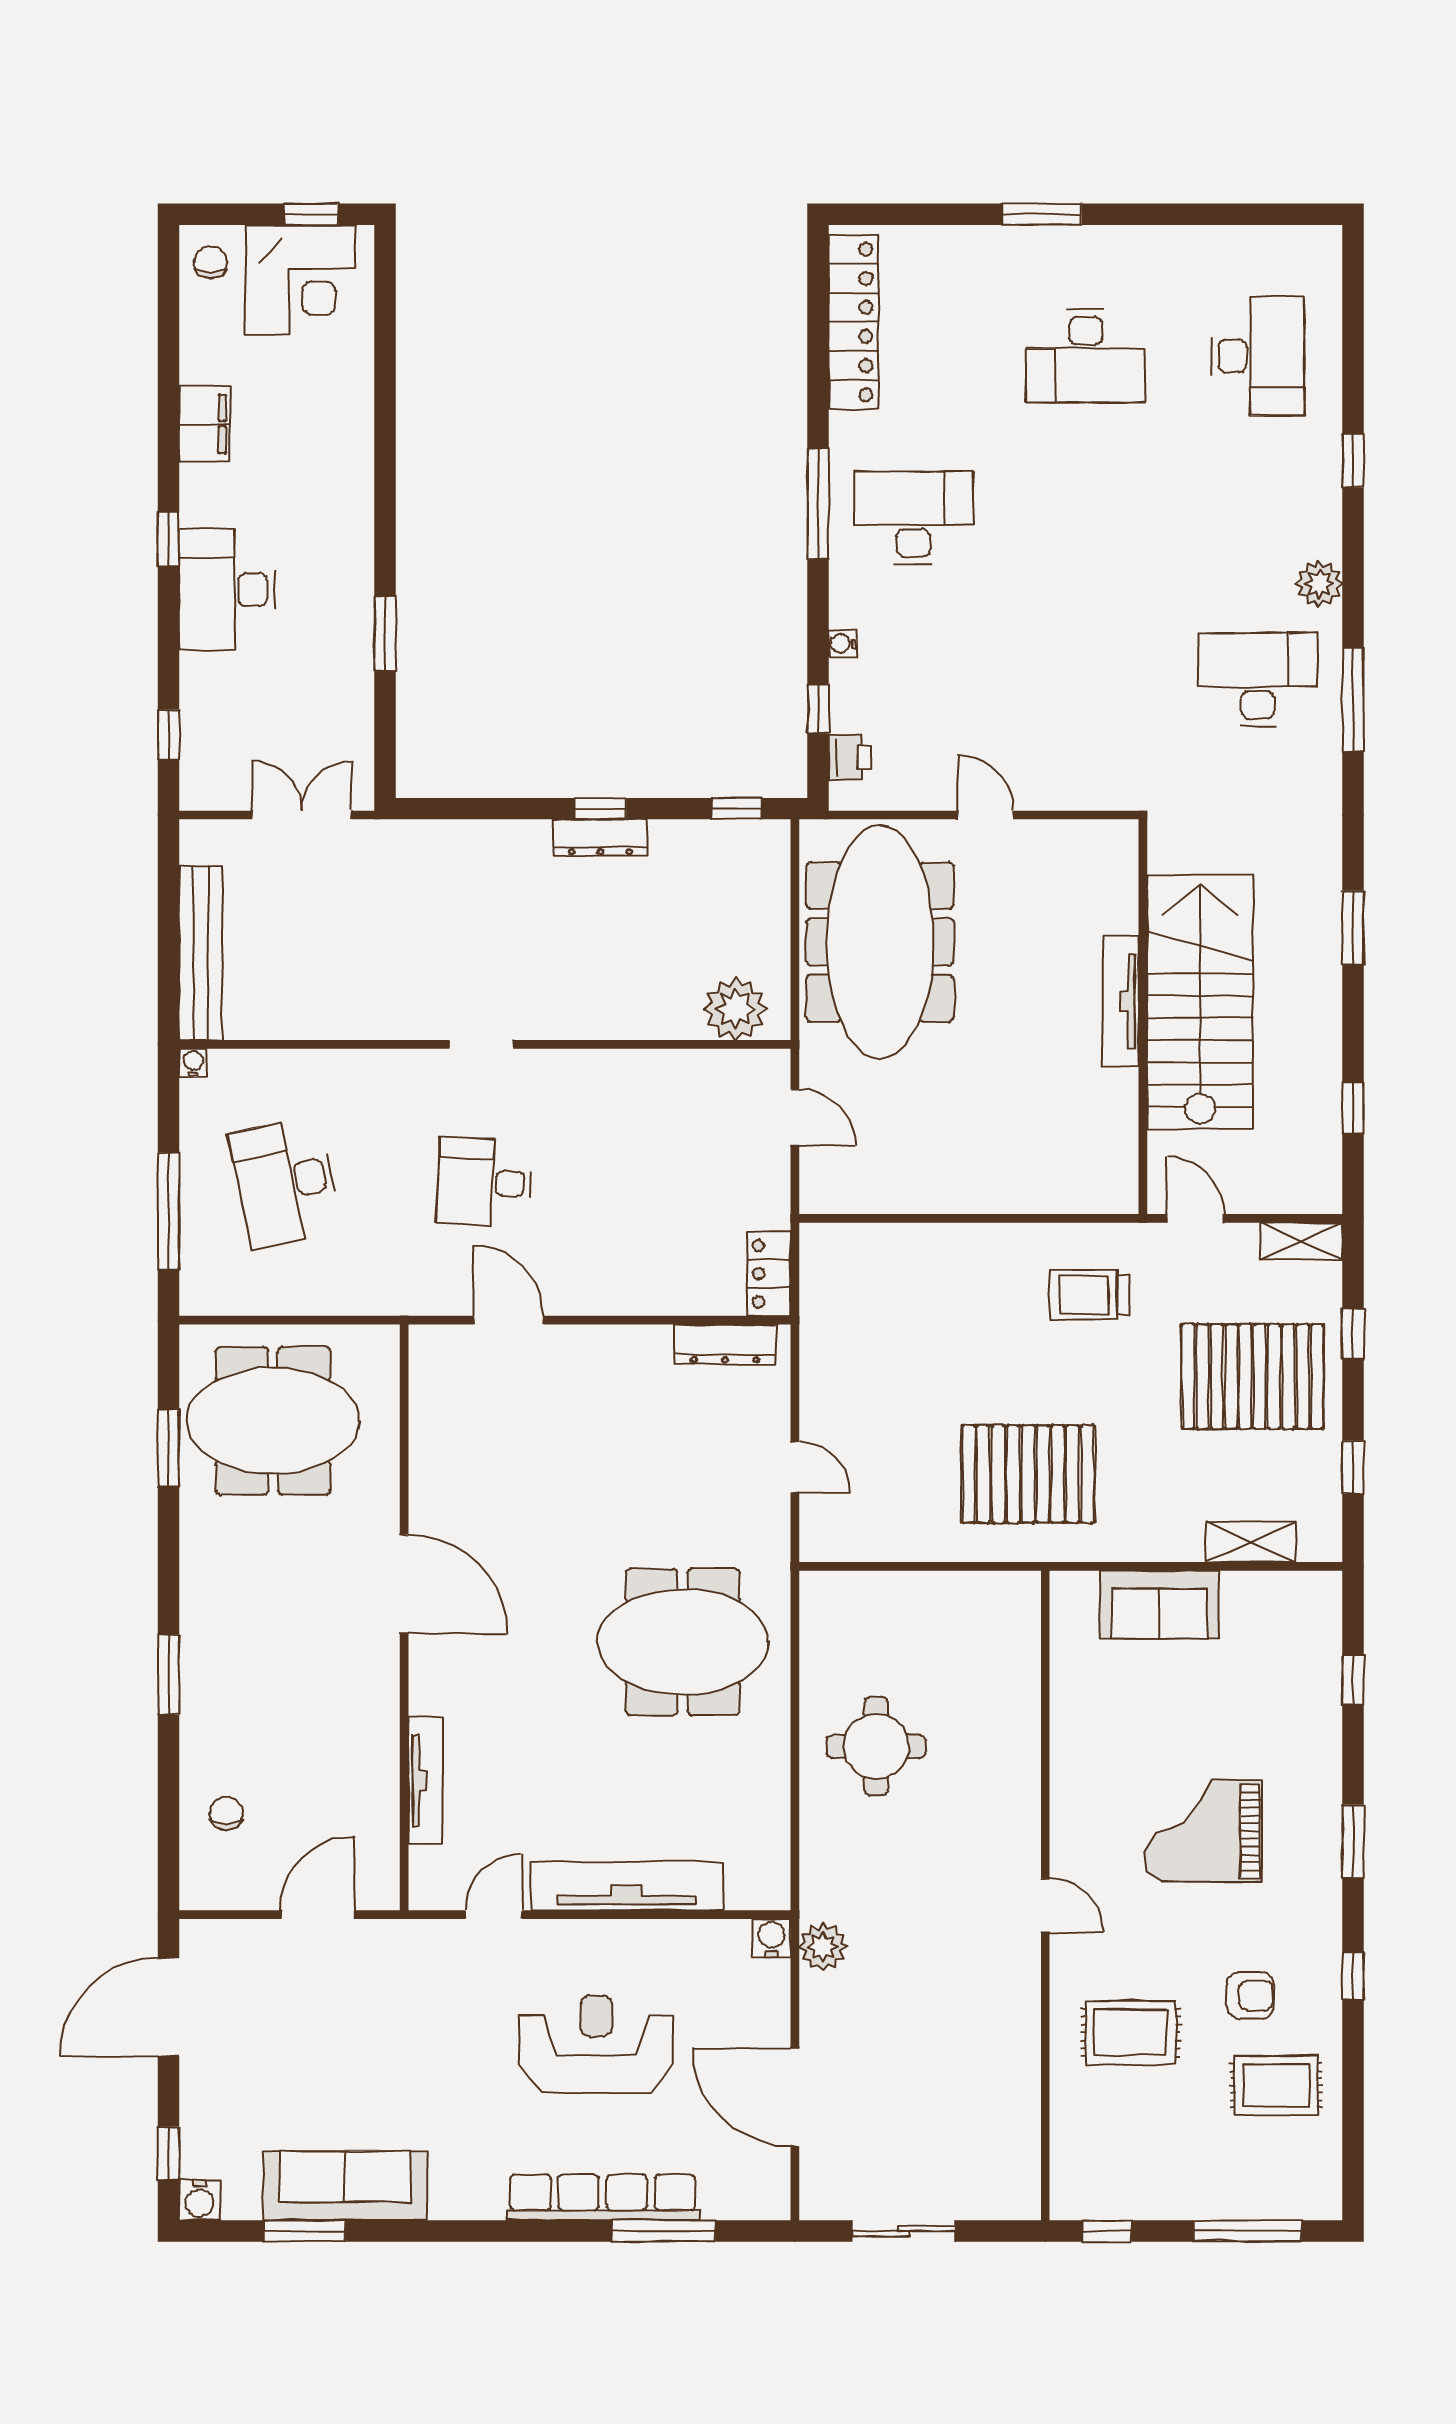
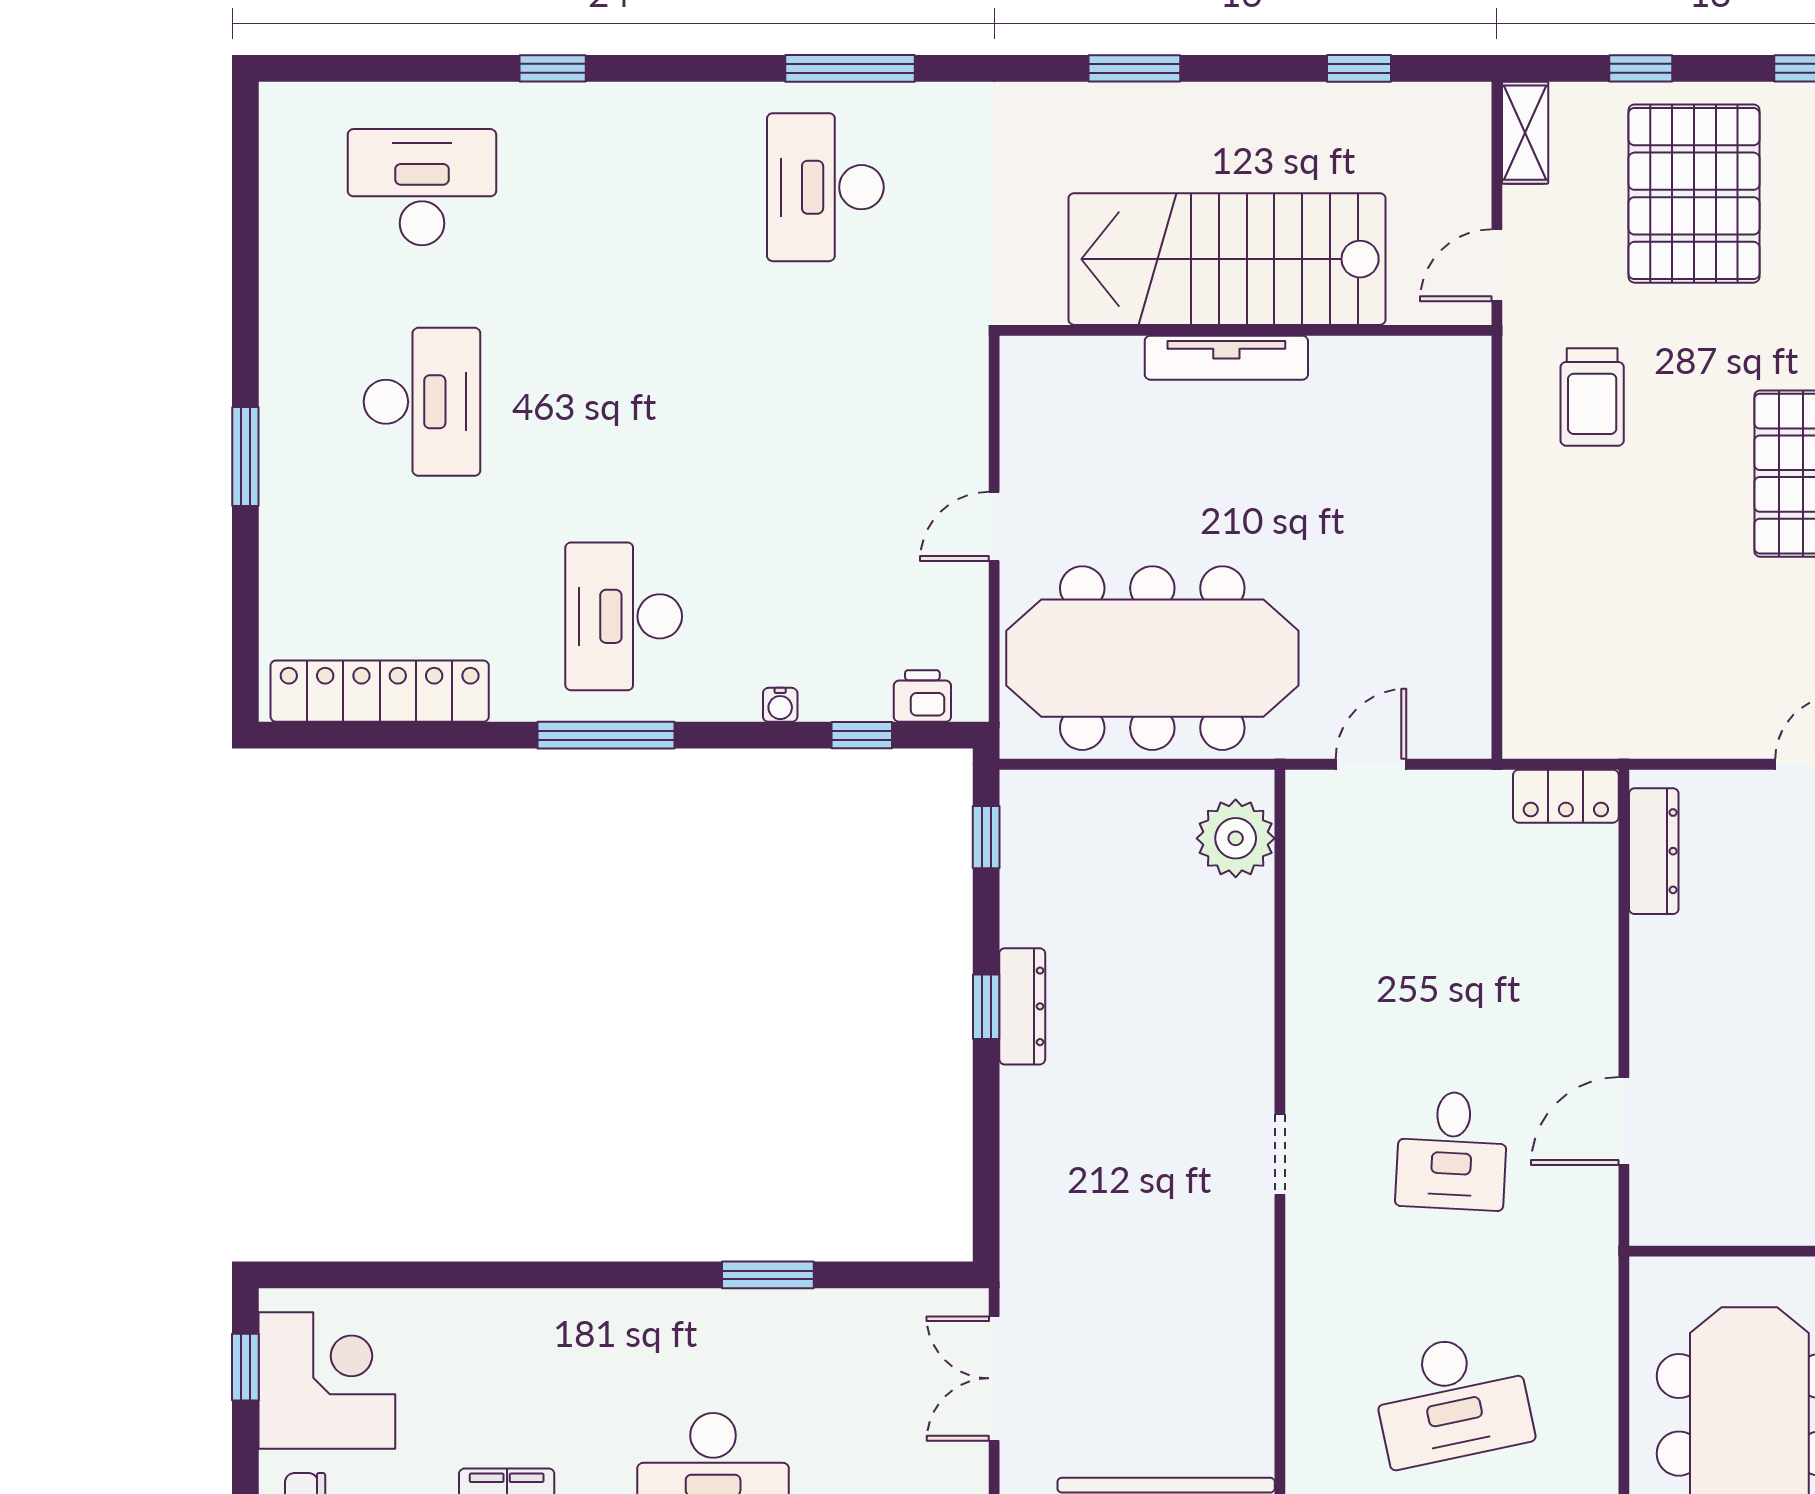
plant: (1319, 584) -> (706, 111), removed

